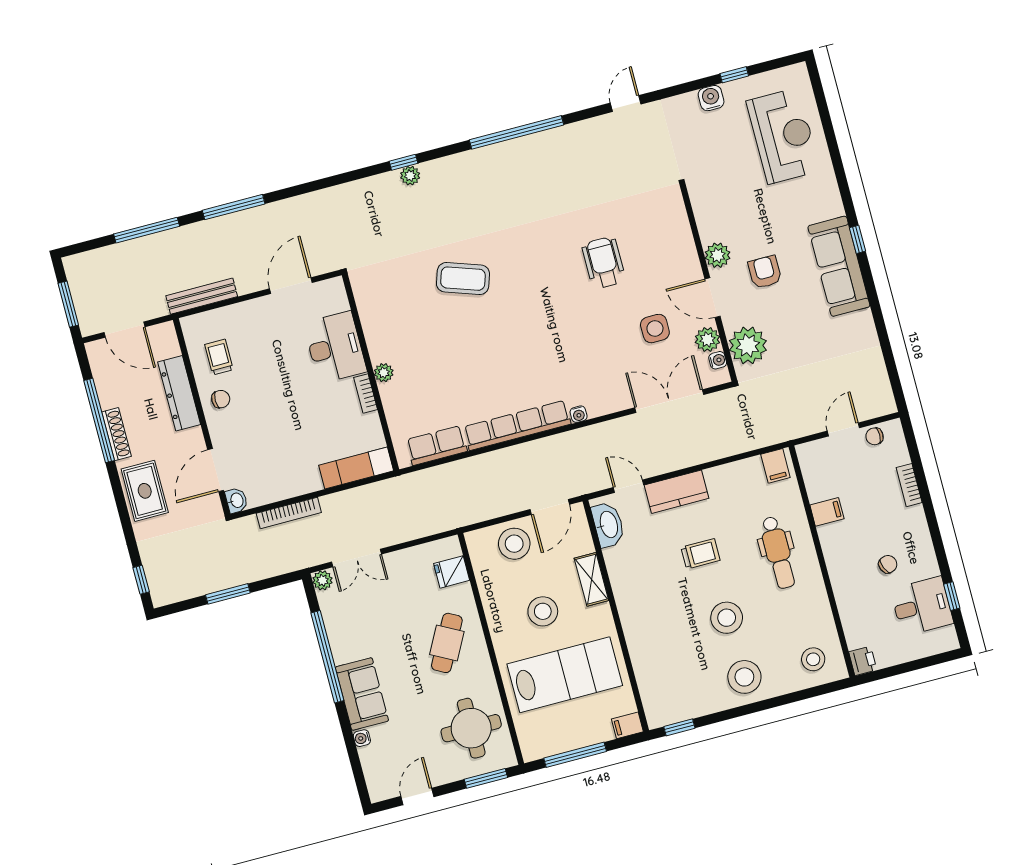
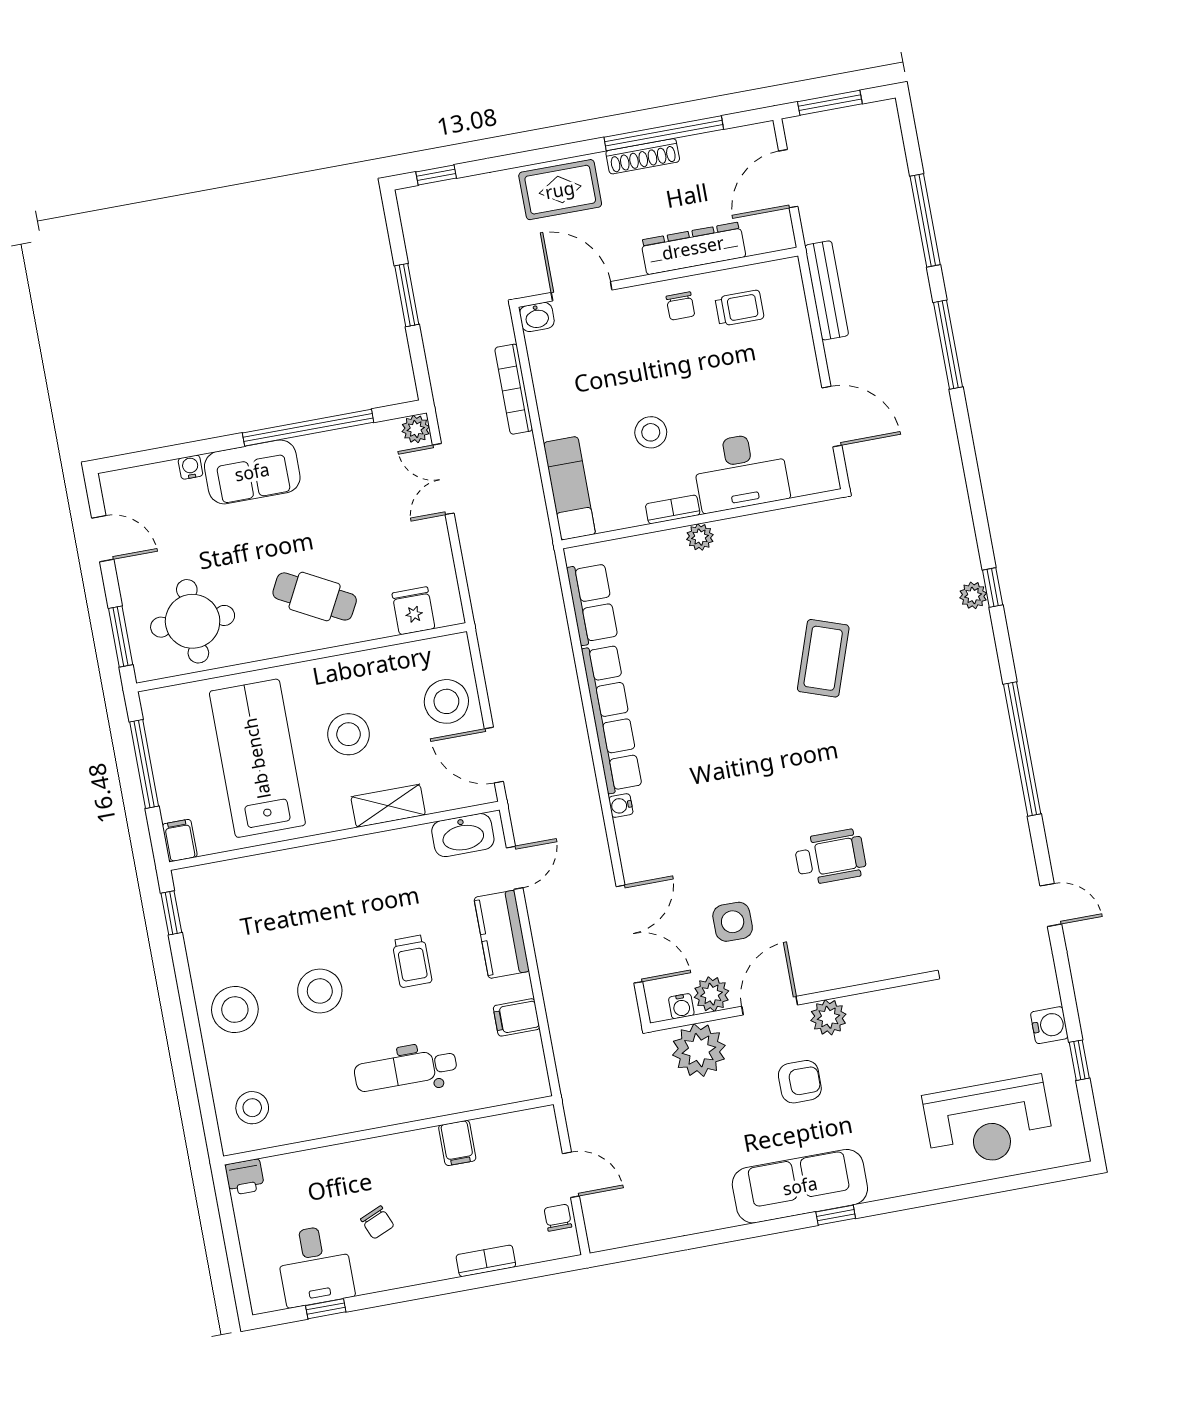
stool: (312, 413) -> (651, 432), added
filing cabinet: (775, 466) -> (517, 1017), moved
lab bench: (565, 675) -> (257, 758), turned 180

